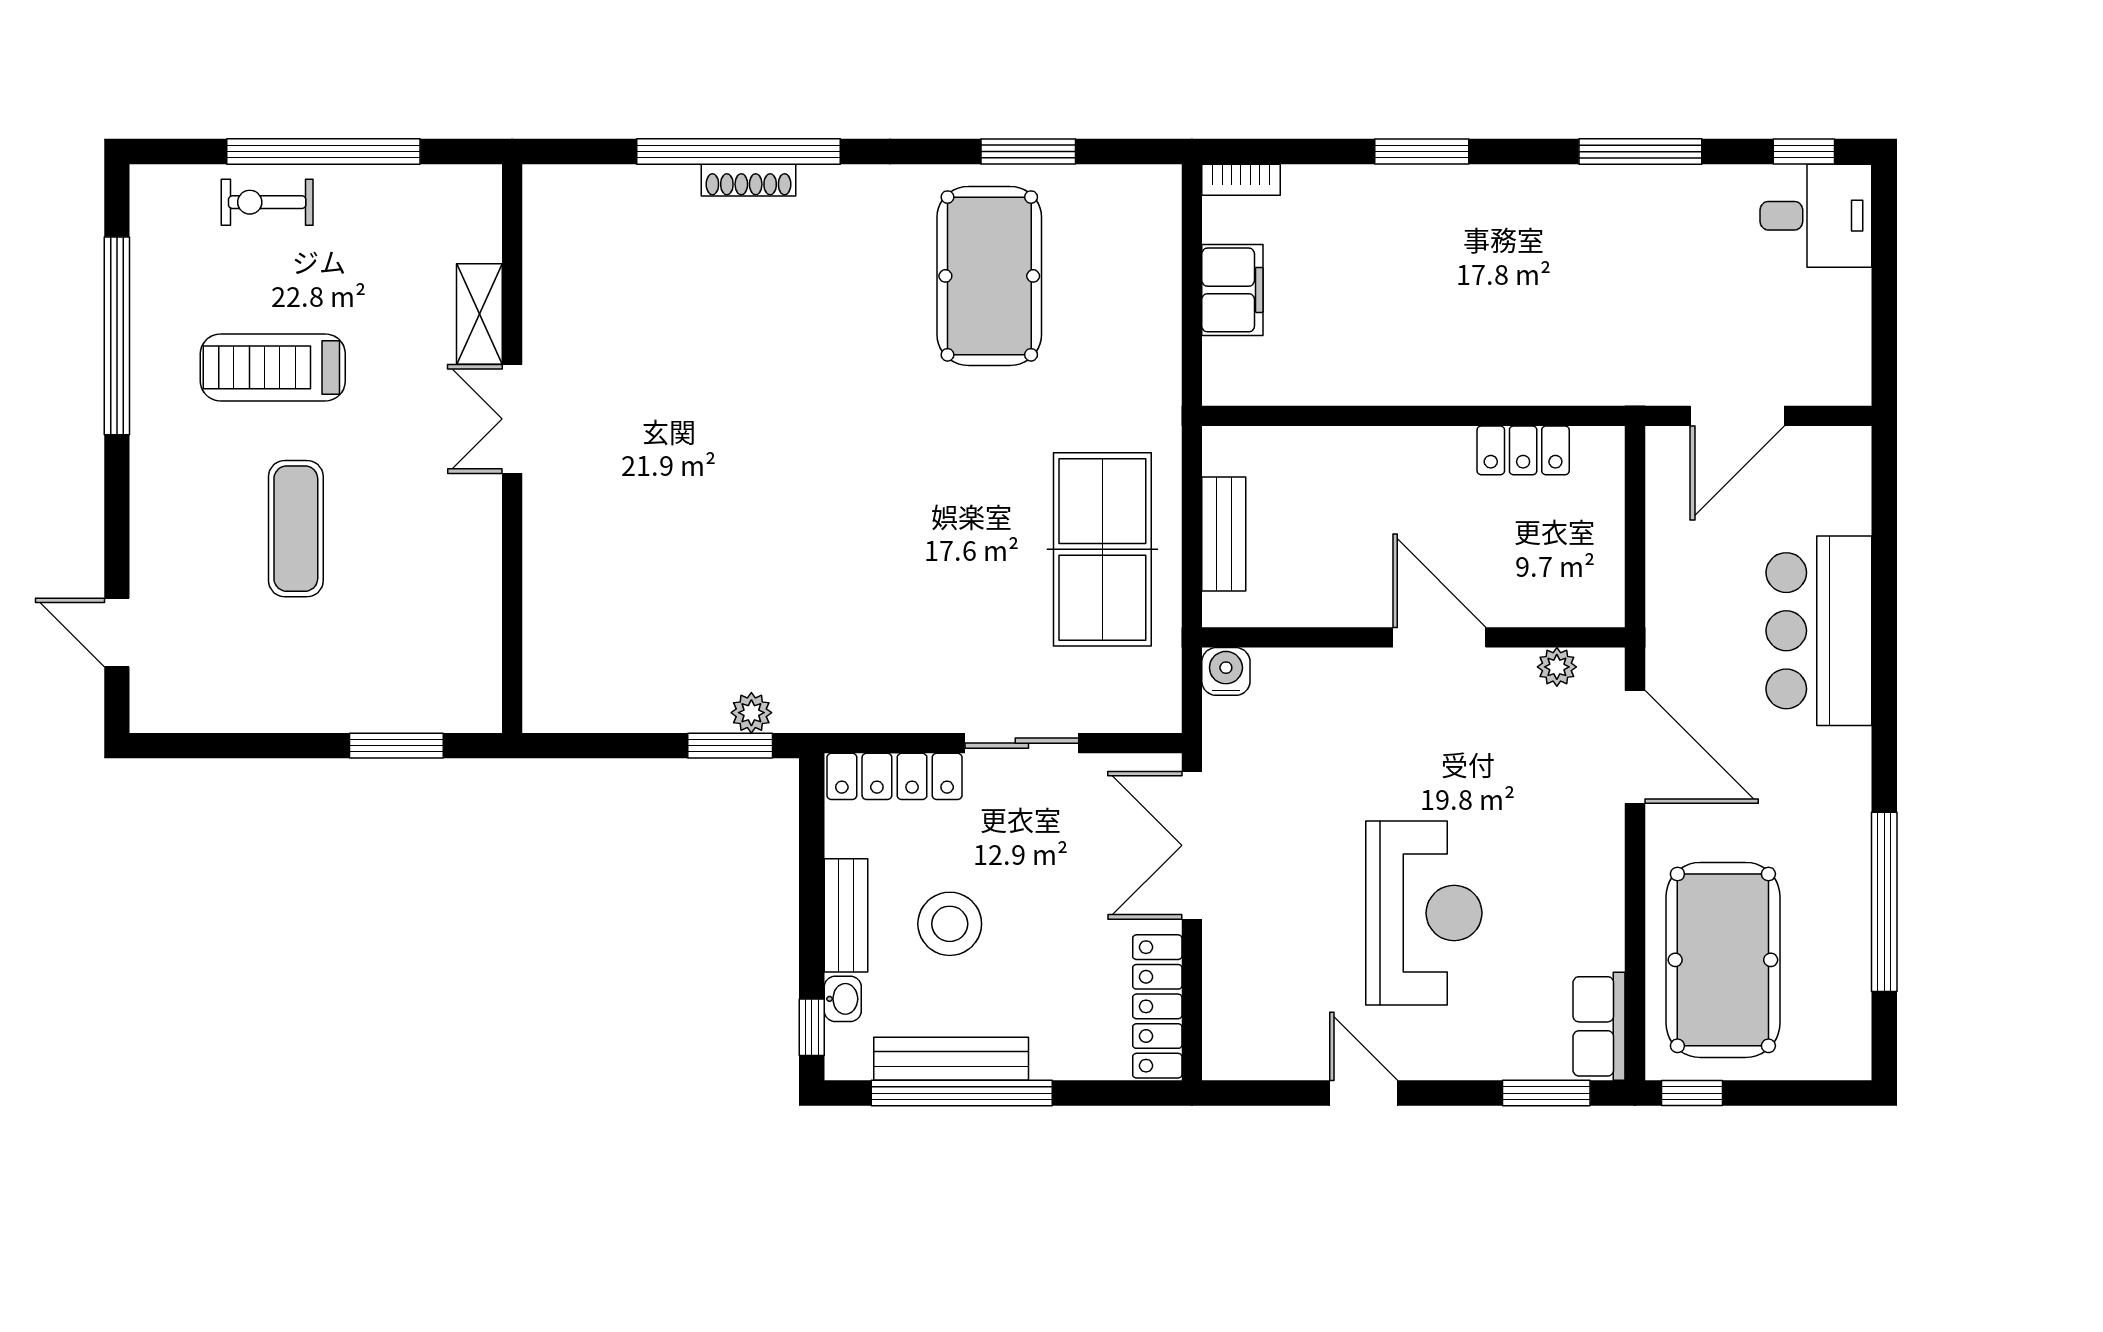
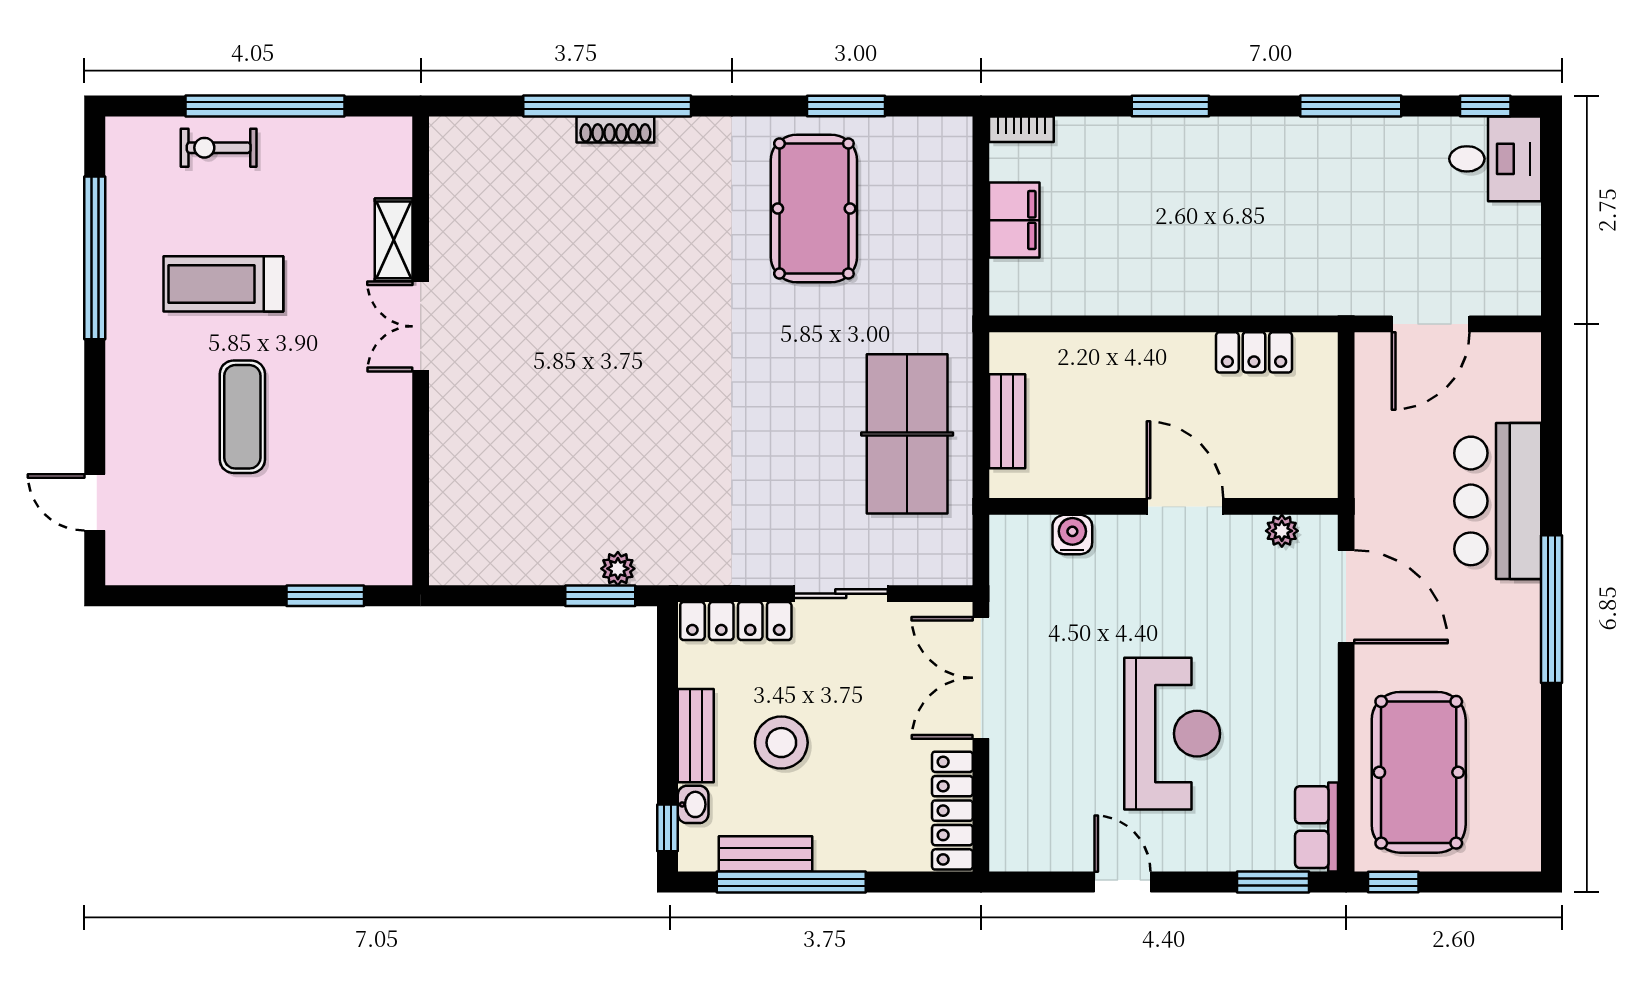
water cooler: (1226, 671) -> (1072, 535), moved
window: (1884, 902) -> (1552, 609), moved
bench: (951, 1059) -> (766, 854), width x0.73

